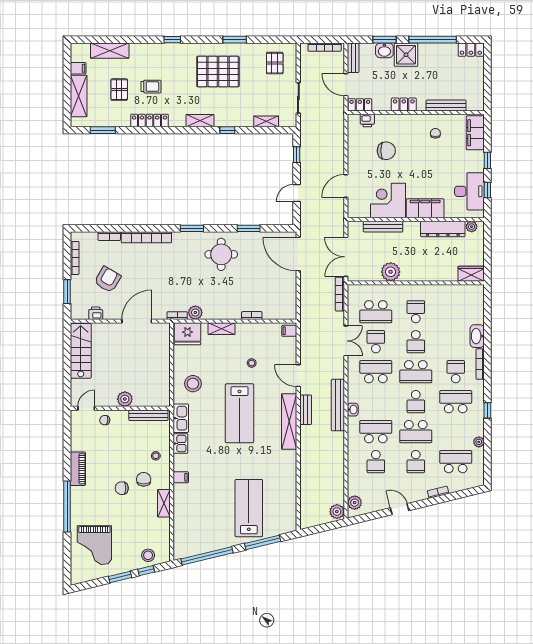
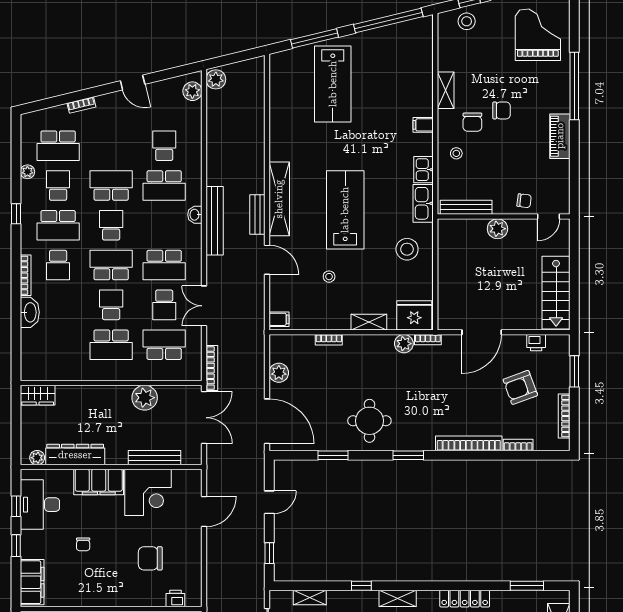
chair: (435, 133) -> (83, 544), moved
armchair: (108, 280) -> (520, 387), turned 40
plant: (289, 291) -> (279, 373), added
school desk: (416, 312) -> (111, 345), width x1.85
school desk: (416, 462) -> (58, 185), moved

